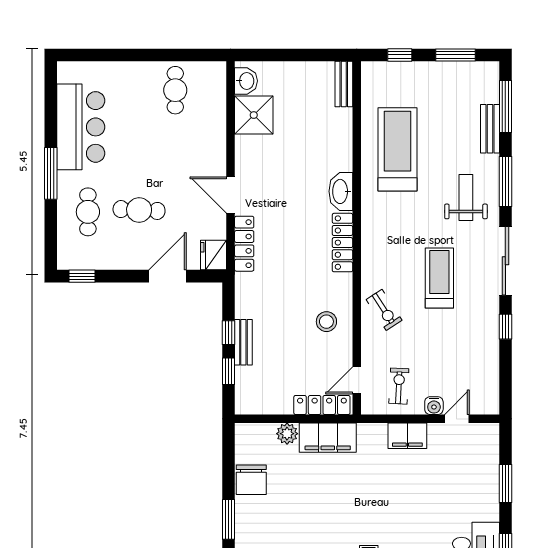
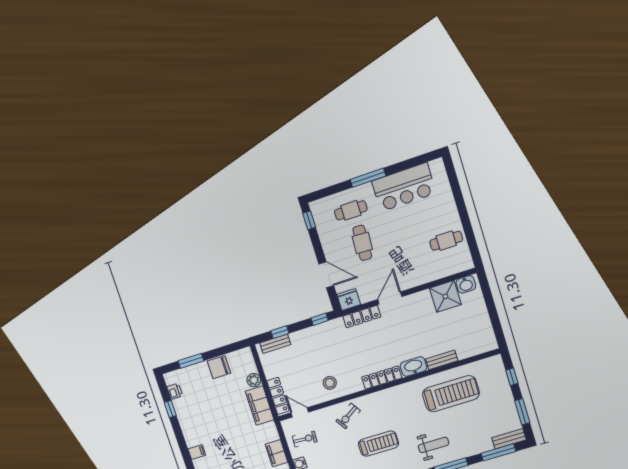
bench: (344, 84) -> (442, 360), moved
bench: (490, 129) -> (509, 439), moved
window: (228, 333) -> (320, 319), moved
bench: (243, 342) -> (275, 344), moved

